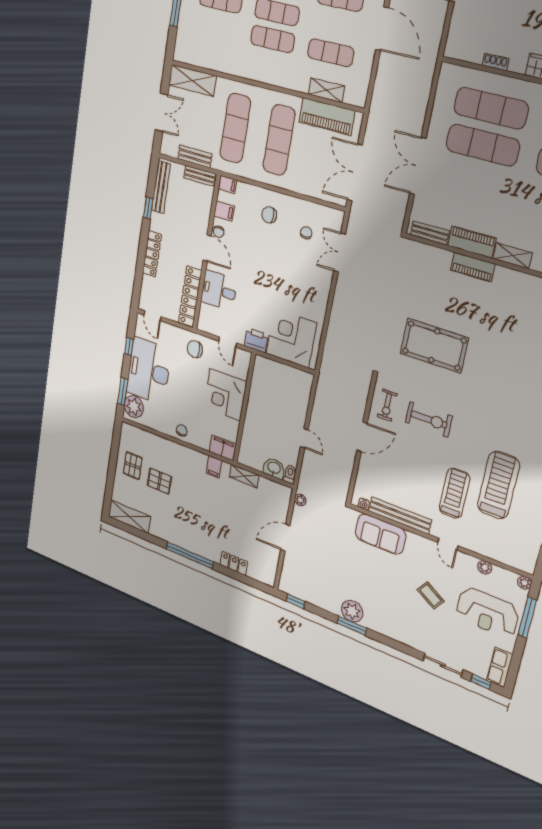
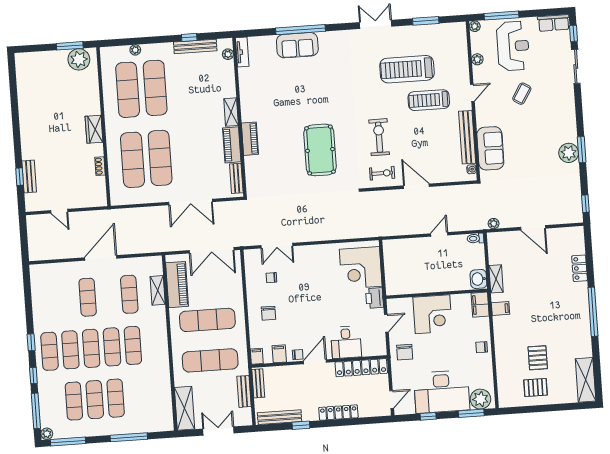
washbasin: (274, 468) -> (478, 279), moved

